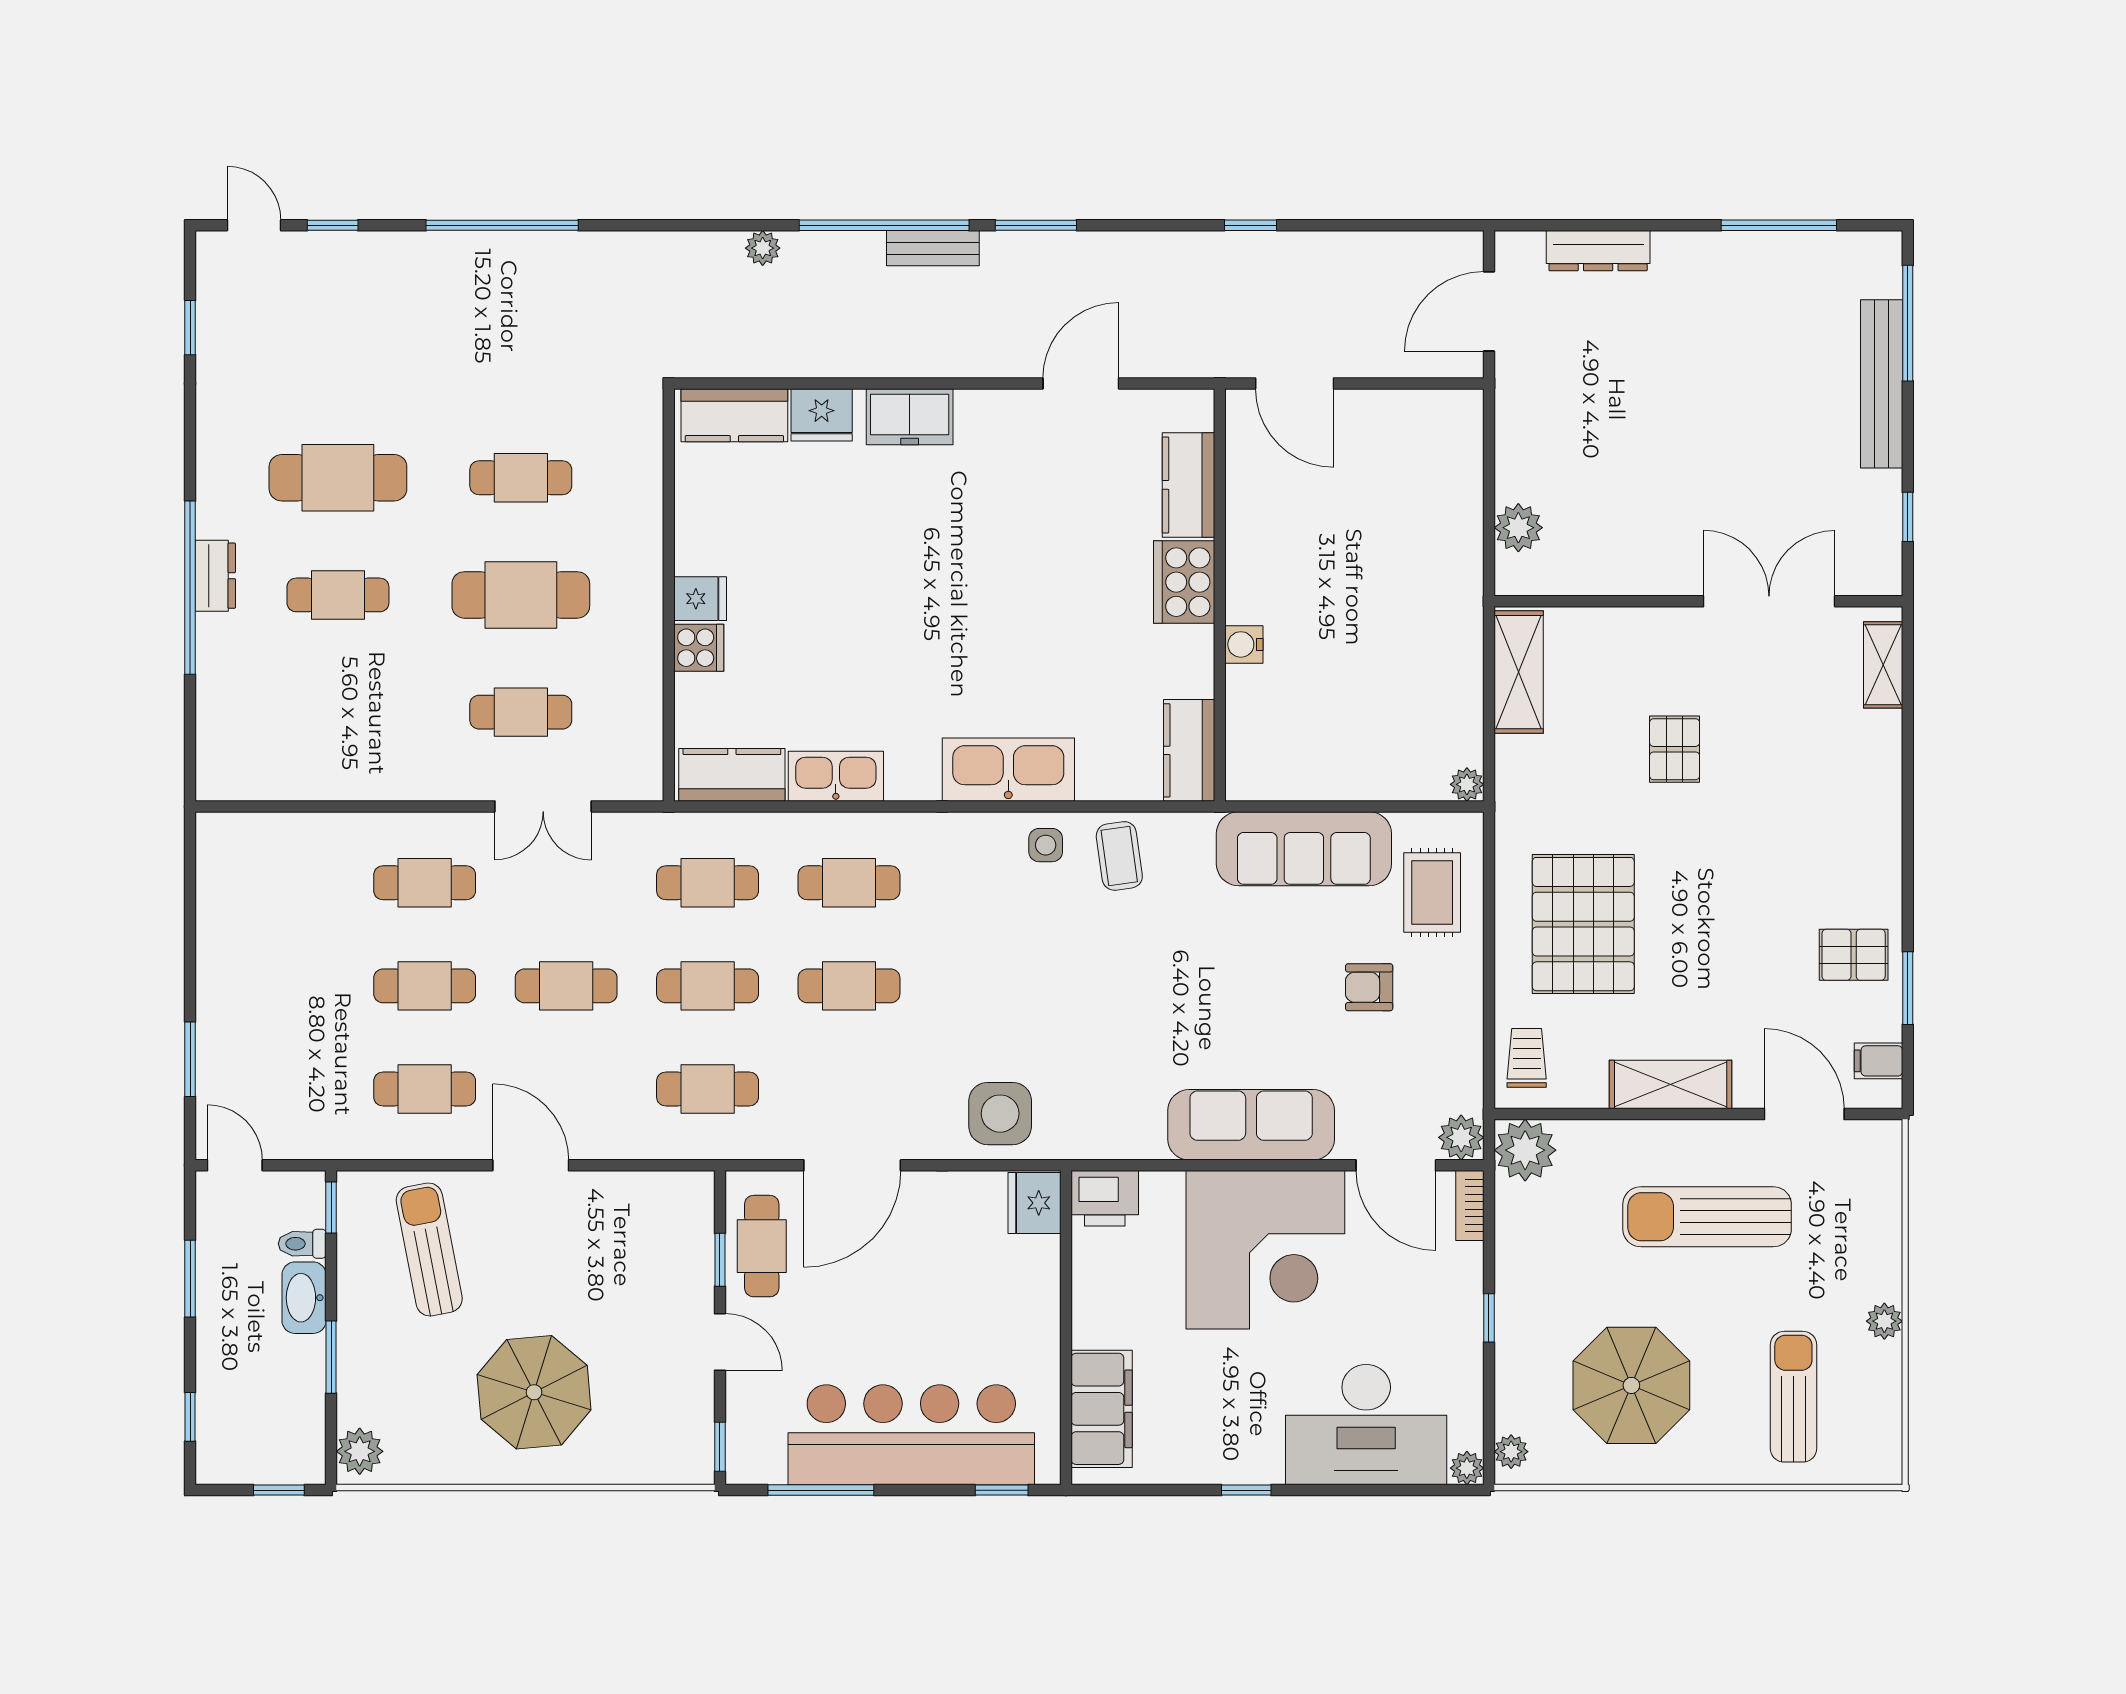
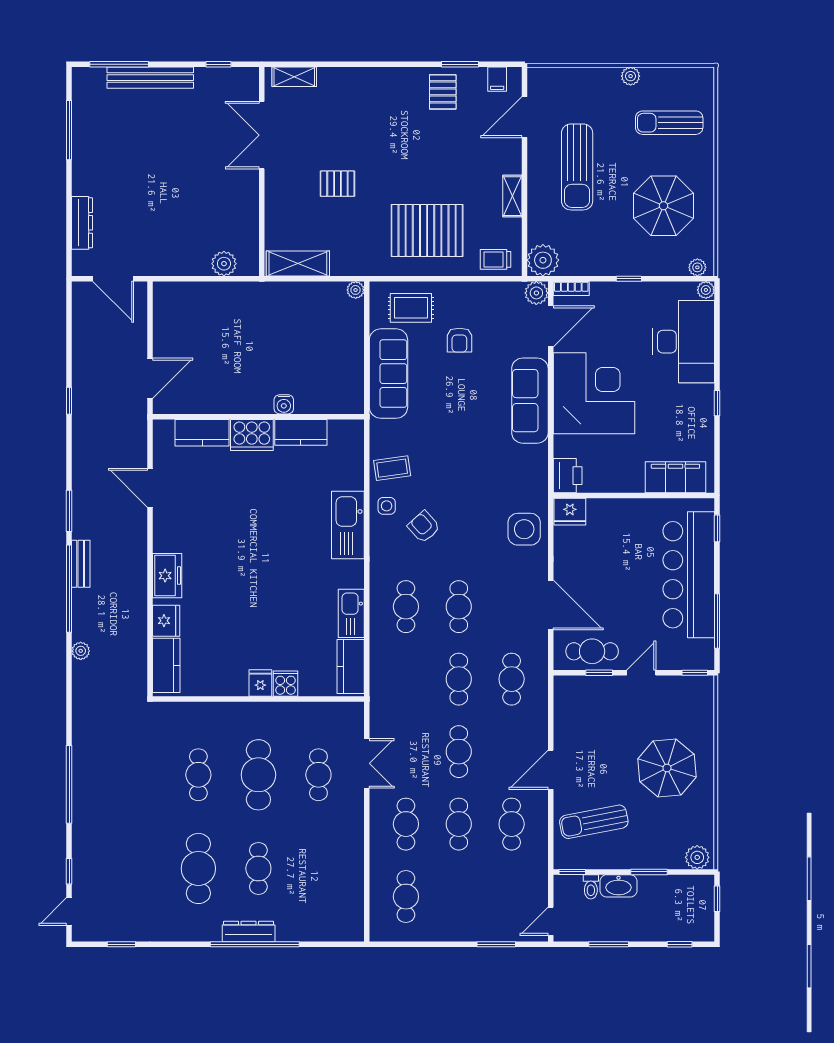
dresser: (215, 576) -> (249, 931), width x1.44
kitchen counter: (1189, 750) -> (301, 432), moved
cafe table: (708, 883) -> (406, 897), moved
armchair: (1005, 918) -> (424, 527), added
shelving: (1671, 1084) -> (512, 196), width x0.67, depth x0.75

